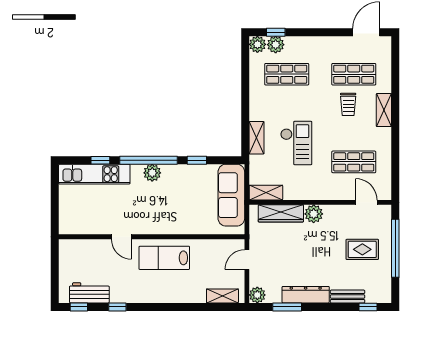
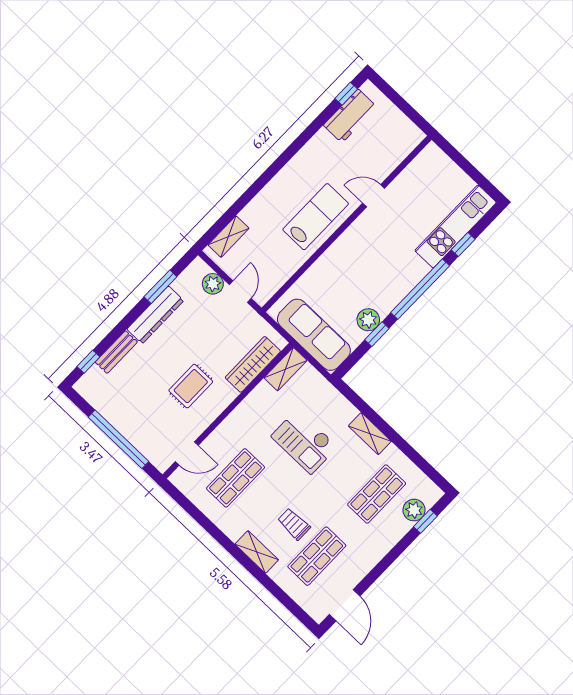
plant: (257, 44) -> (430, 493), removed
shelving: (257, 138) -> (370, 434), moved
plant: (152, 173) -> (368, 320), moved
plant: (314, 214) -> (223, 394), removed
rug: (362, 249) -> (191, 386), moved
plant: (257, 295) -> (213, 284), moved
window: (117, 307) -> (312, 129), removed

